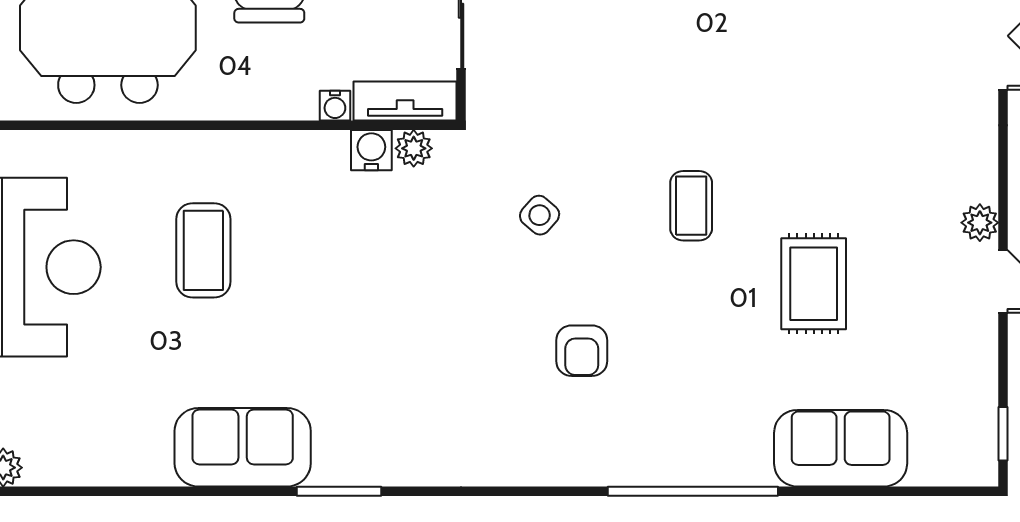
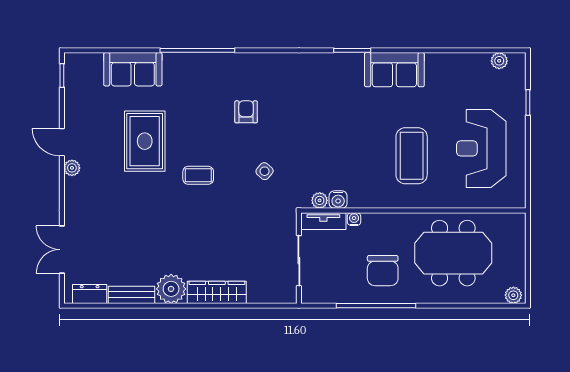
coffee table: (691, 206) -> (198, 175), turned 90
coffee table: (203, 250) -> (412, 156), width x1.36, depth x1.32
rug: (814, 284) -> (145, 141), width x1.36, depth x1.43

